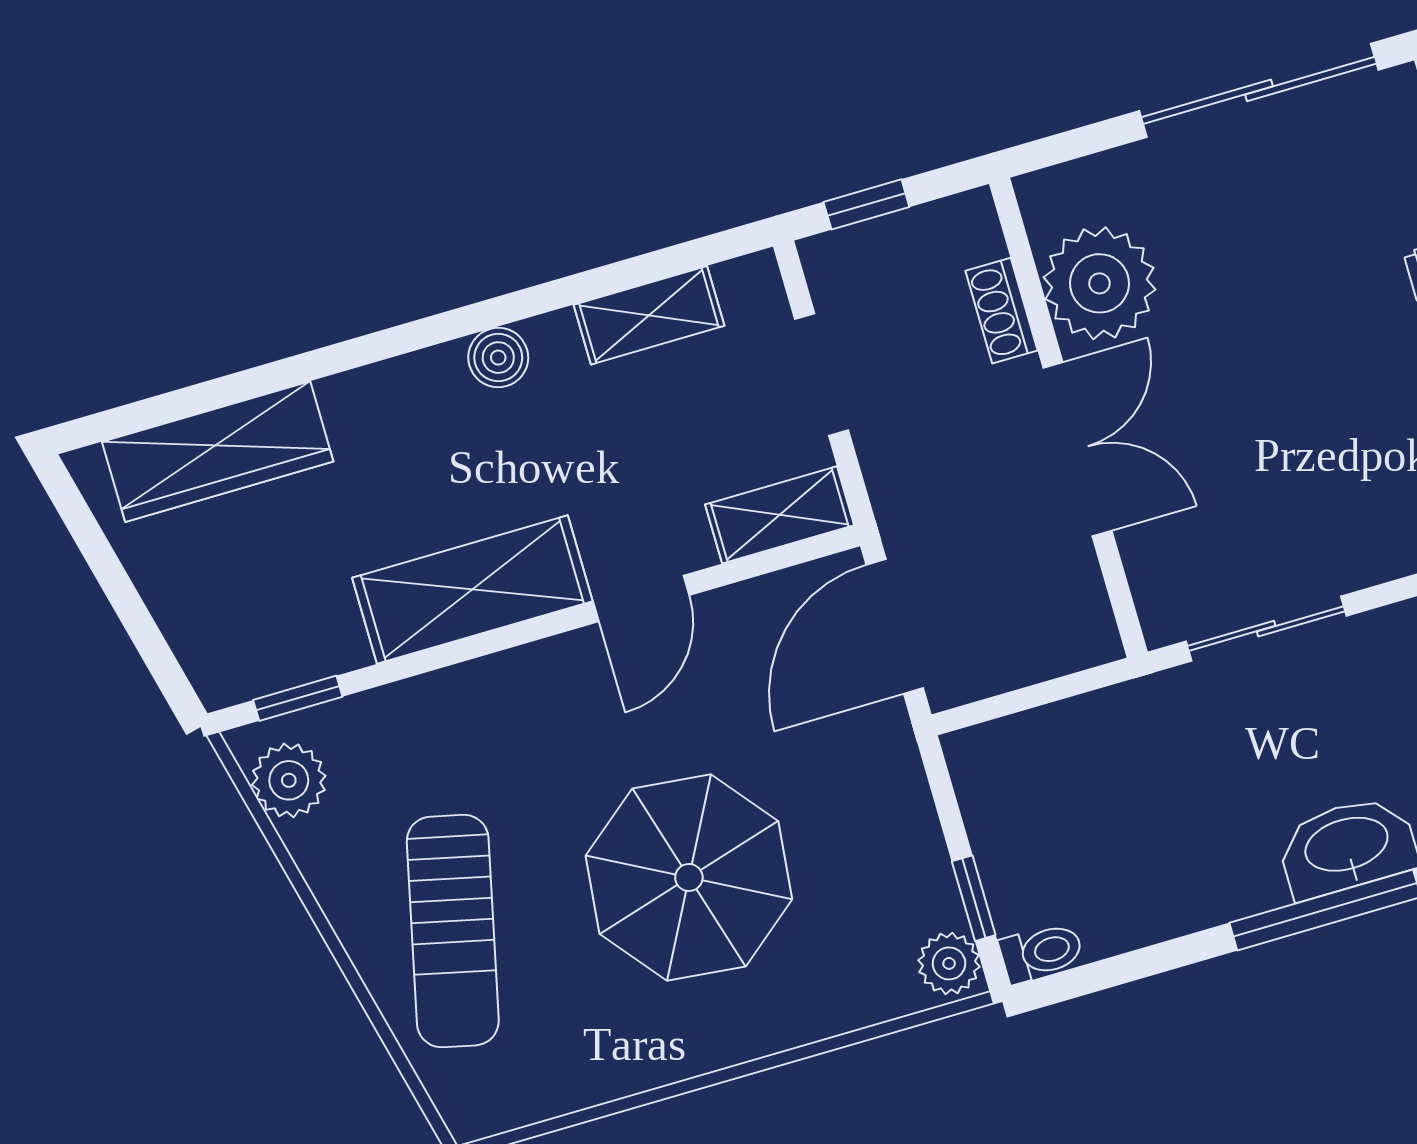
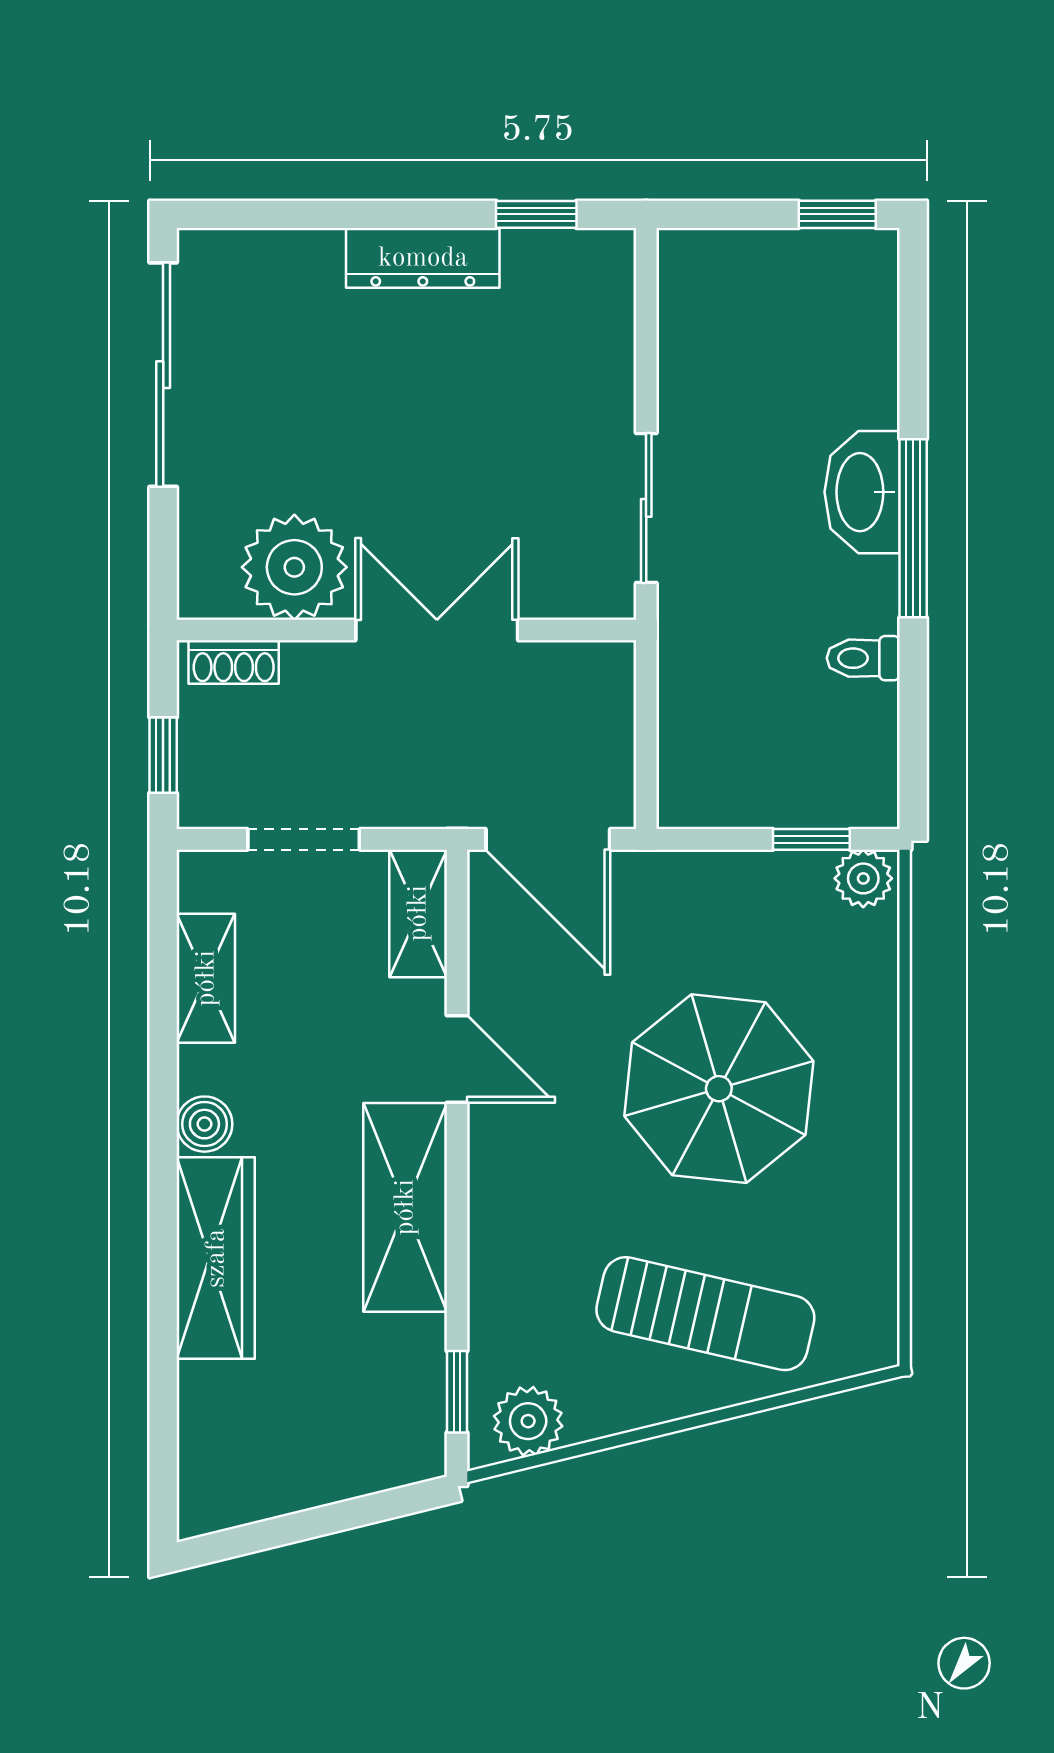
shoe rack: (1001, 311) -> (234, 662), moved
wardrobe: (218, 452) -> (216, 1258), moved
toilet: (1041, 952) -> (863, 658), moved, turned -90

